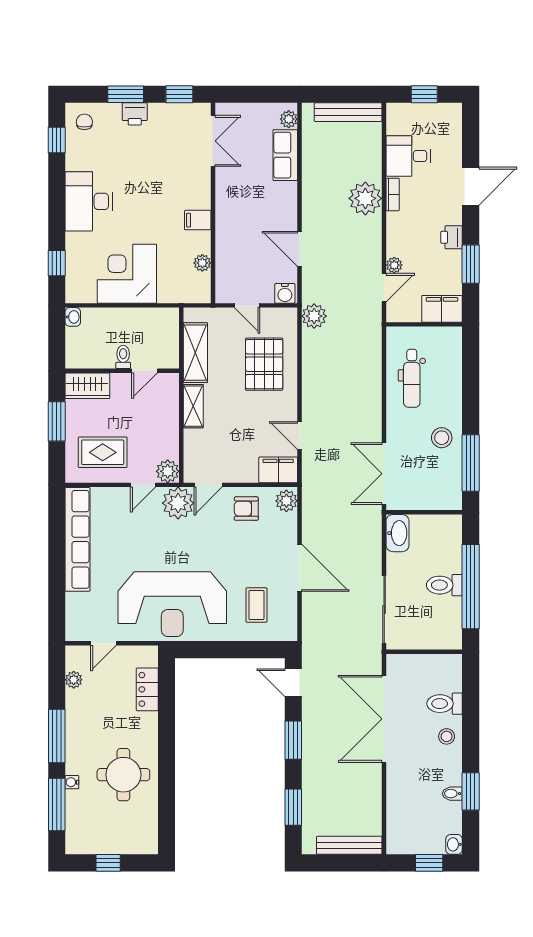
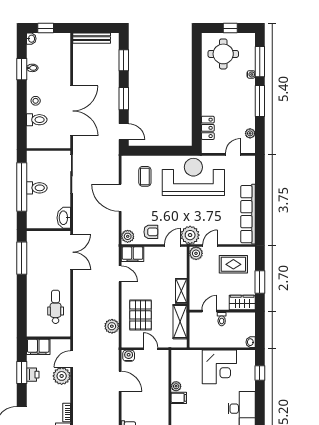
plant: (365, 198) -> (82, 410), removed
printer: (452, 237) -> (33, 375), moved
plant: (202, 263) -> (176, 386), moved
plant: (394, 265) -> (62, 376), width x1.87, depth x1.87
plant: (314, 316) -> (112, 326), moved
stool: (442, 438) -> (38, 273), removed
round table: (123, 775) -> (223, 54), moved

